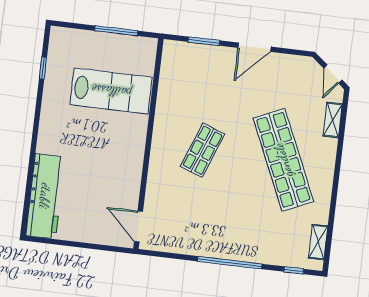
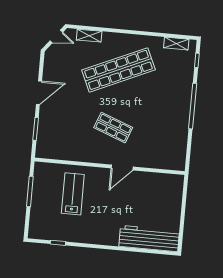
door: (255, 47) -> (39, 93), hinge flipped
lab bench: (111, 91) -> (73, 194), width x0.73, depth x0.72
door: (138, 226) -> (122, 167), moved

